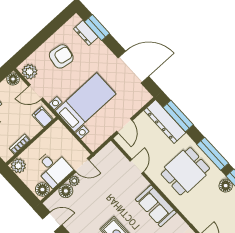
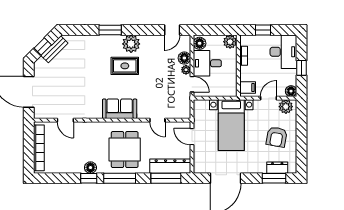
door: (82, 165) -> (192, 84), swing flipped

